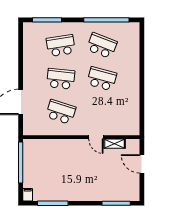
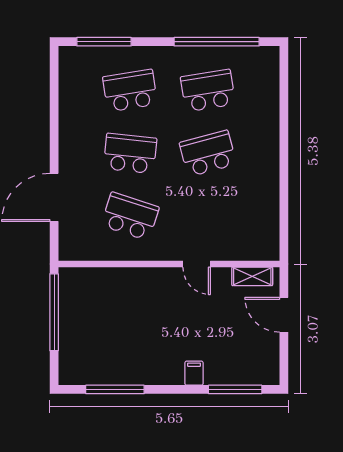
school desk: (102, 46) -> (208, 91), turned -30
school desk: (102, 79) -> (208, 153), turned -30
shelving: (114, 144) -> (252, 276), moved
filing cabinet: (28, 195) -> (194, 373), moved

